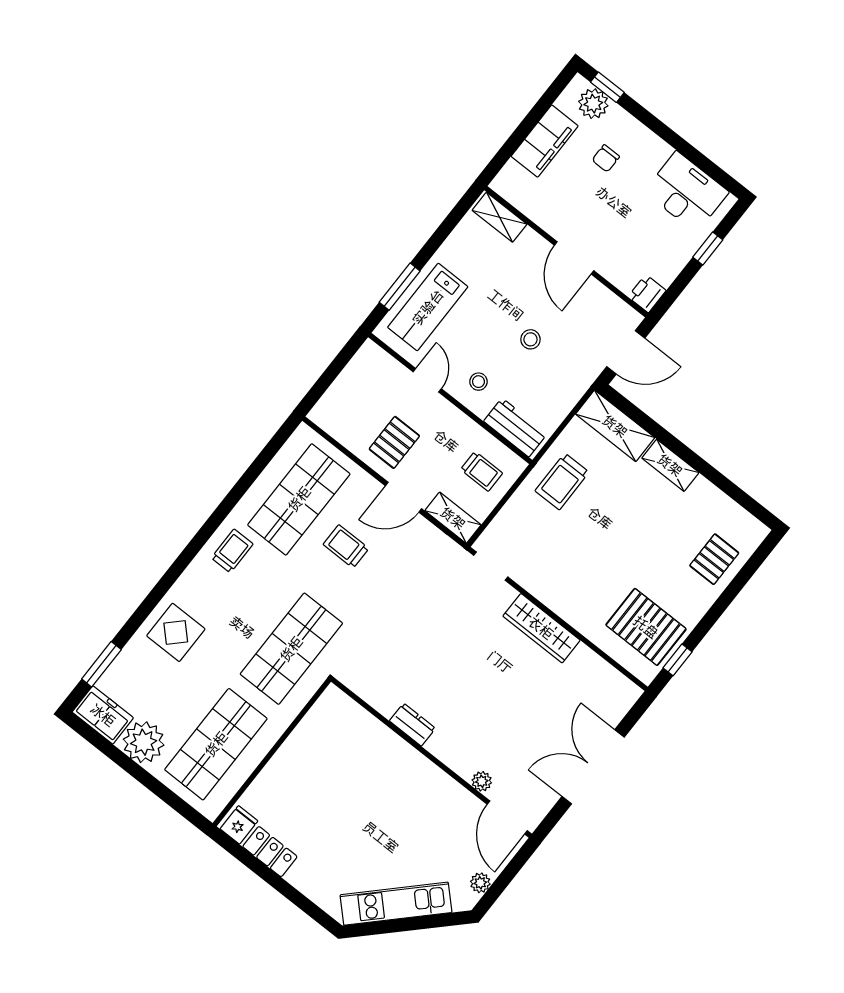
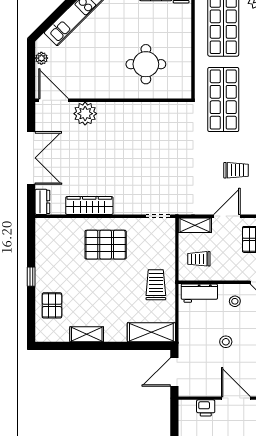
printer: (647, 294) -> (206, 408), moved, turned 90
shelving: (670, 465) -> (87, 334), moved
pallet: (646, 627) -> (106, 245), moved
wardrobe: (541, 628) -> (89, 206), moved
window: (678, 660) -> (31, 277), moved
dresser: (412, 725) -> (42, 202), moved, turned -90
round table: (354, 771) -> (146, 64), added
plant: (482, 781) -> (85, 114), width x1.87, depth x1.87

